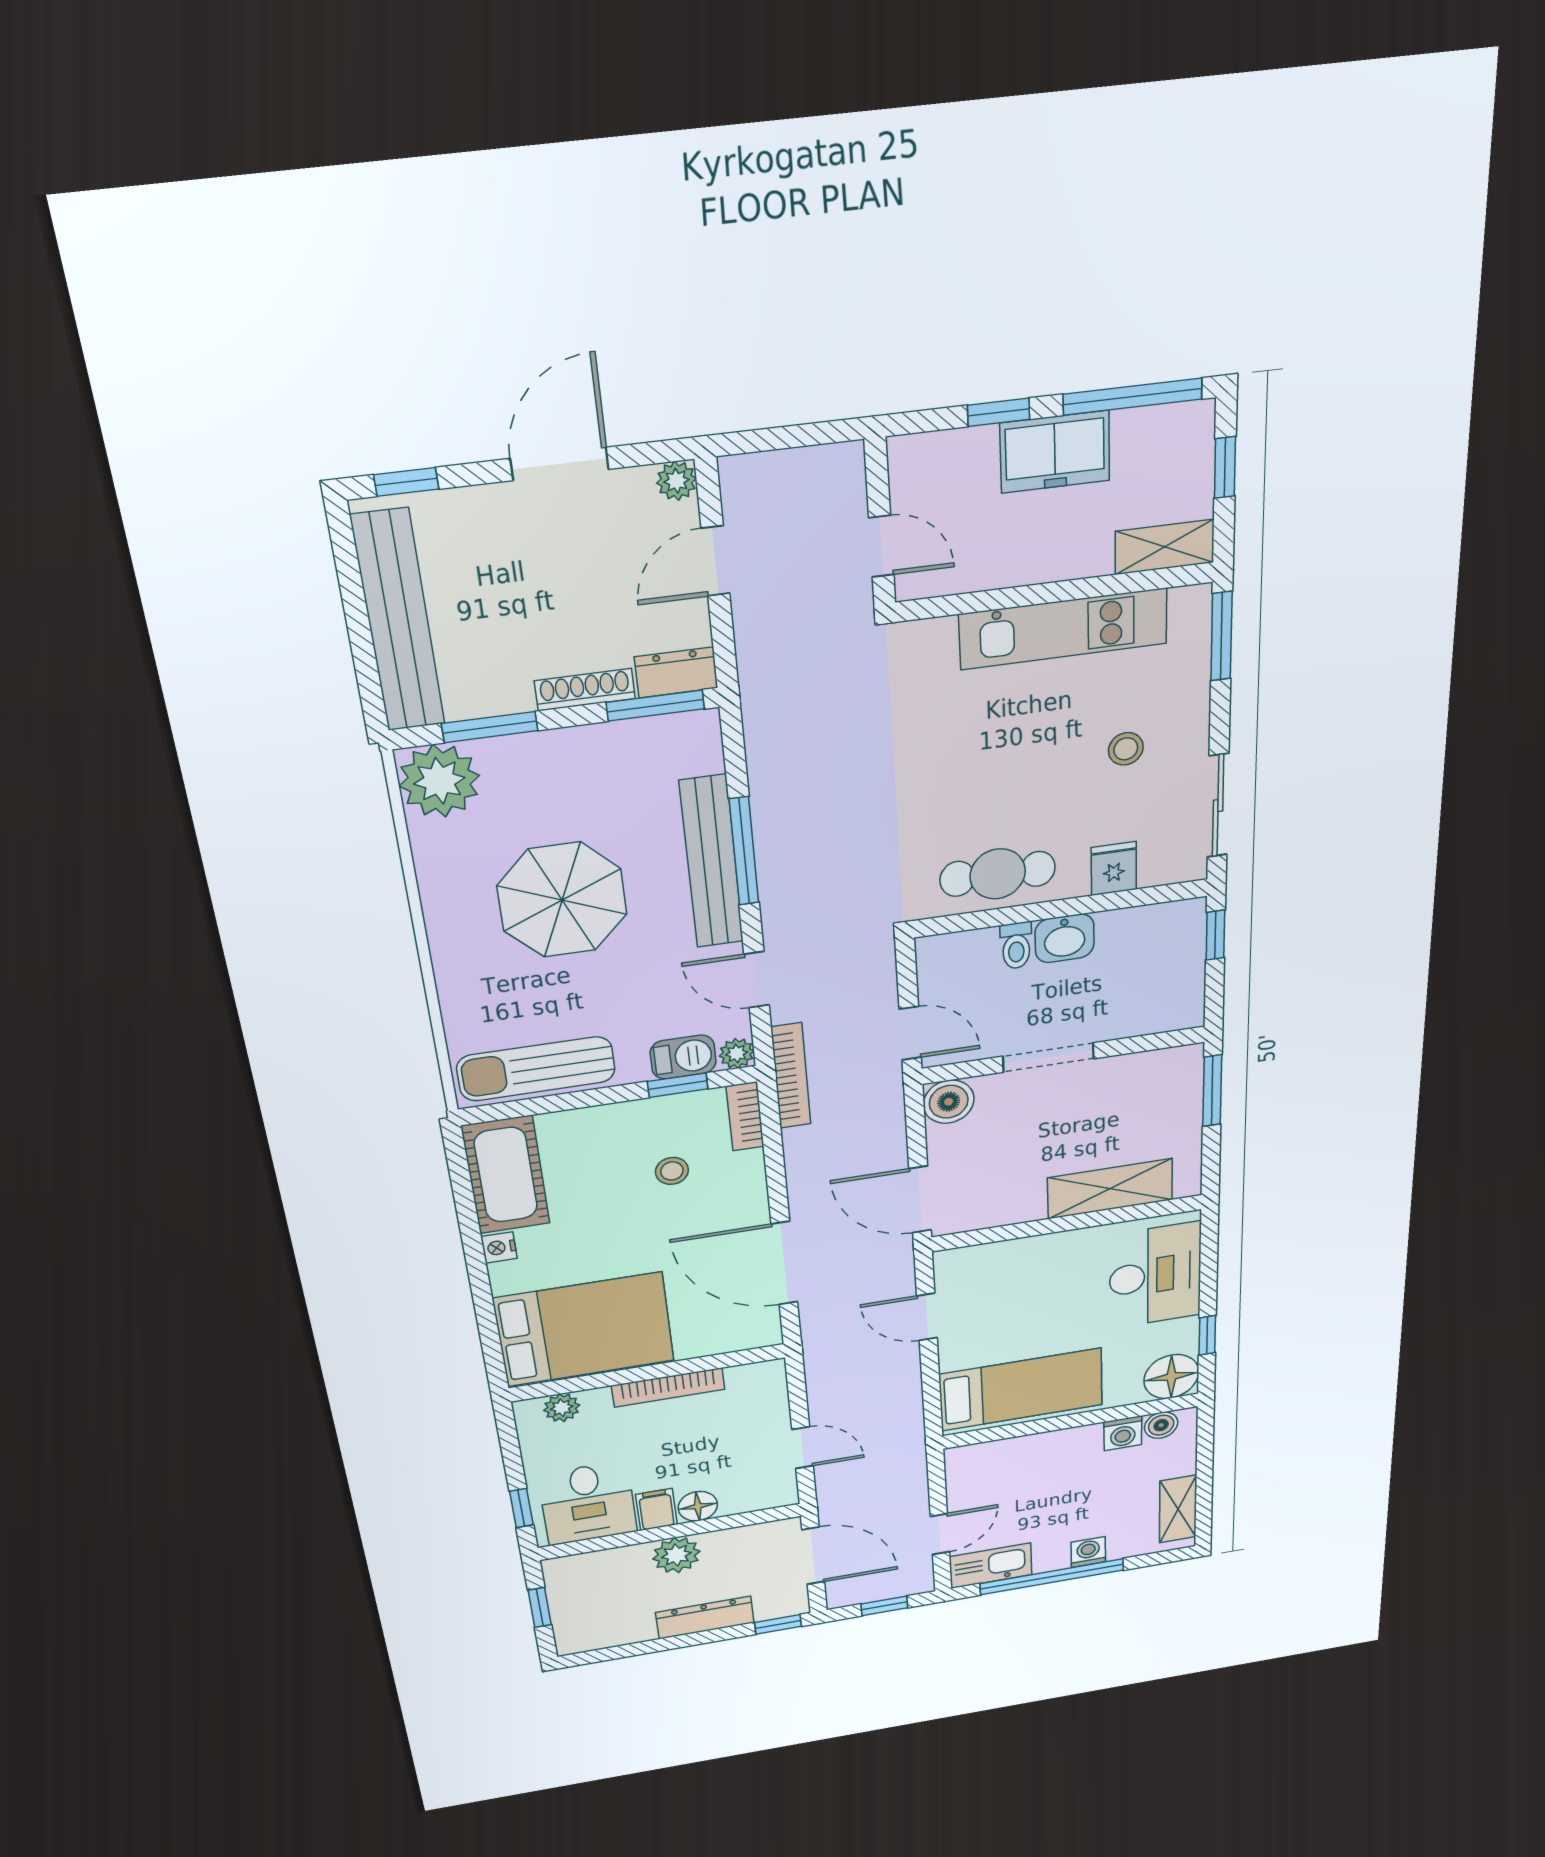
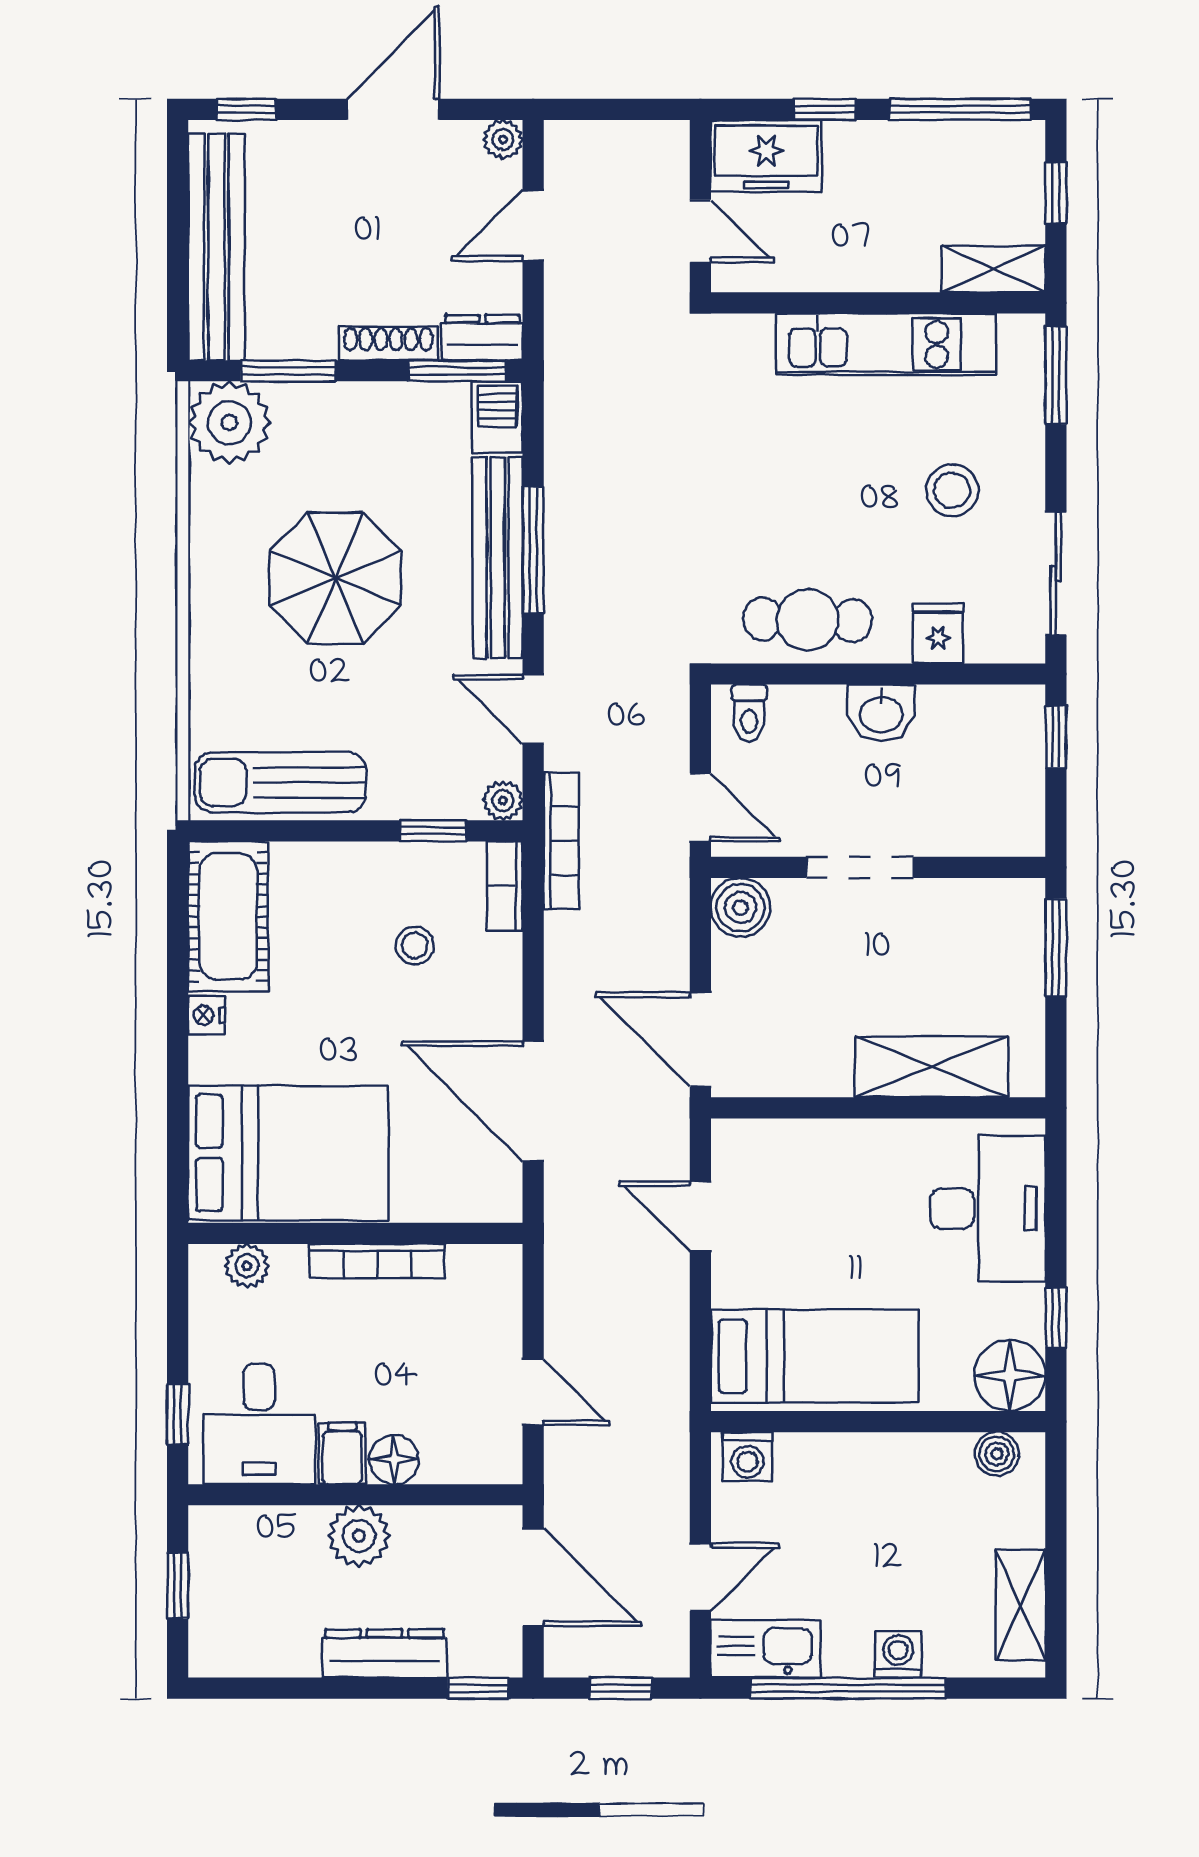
freezer: (1055, 452) -> (766, 156), moved
stool: (1126, 749) -> (952, 490), width x1.37, depth x1.37
toilet: (1016, 946) -> (749, 713), moved
barbecue: (683, 1057) -> (497, 417), moved, turned -90
washing machine: (1123, 1433) -> (748, 1457), moved

